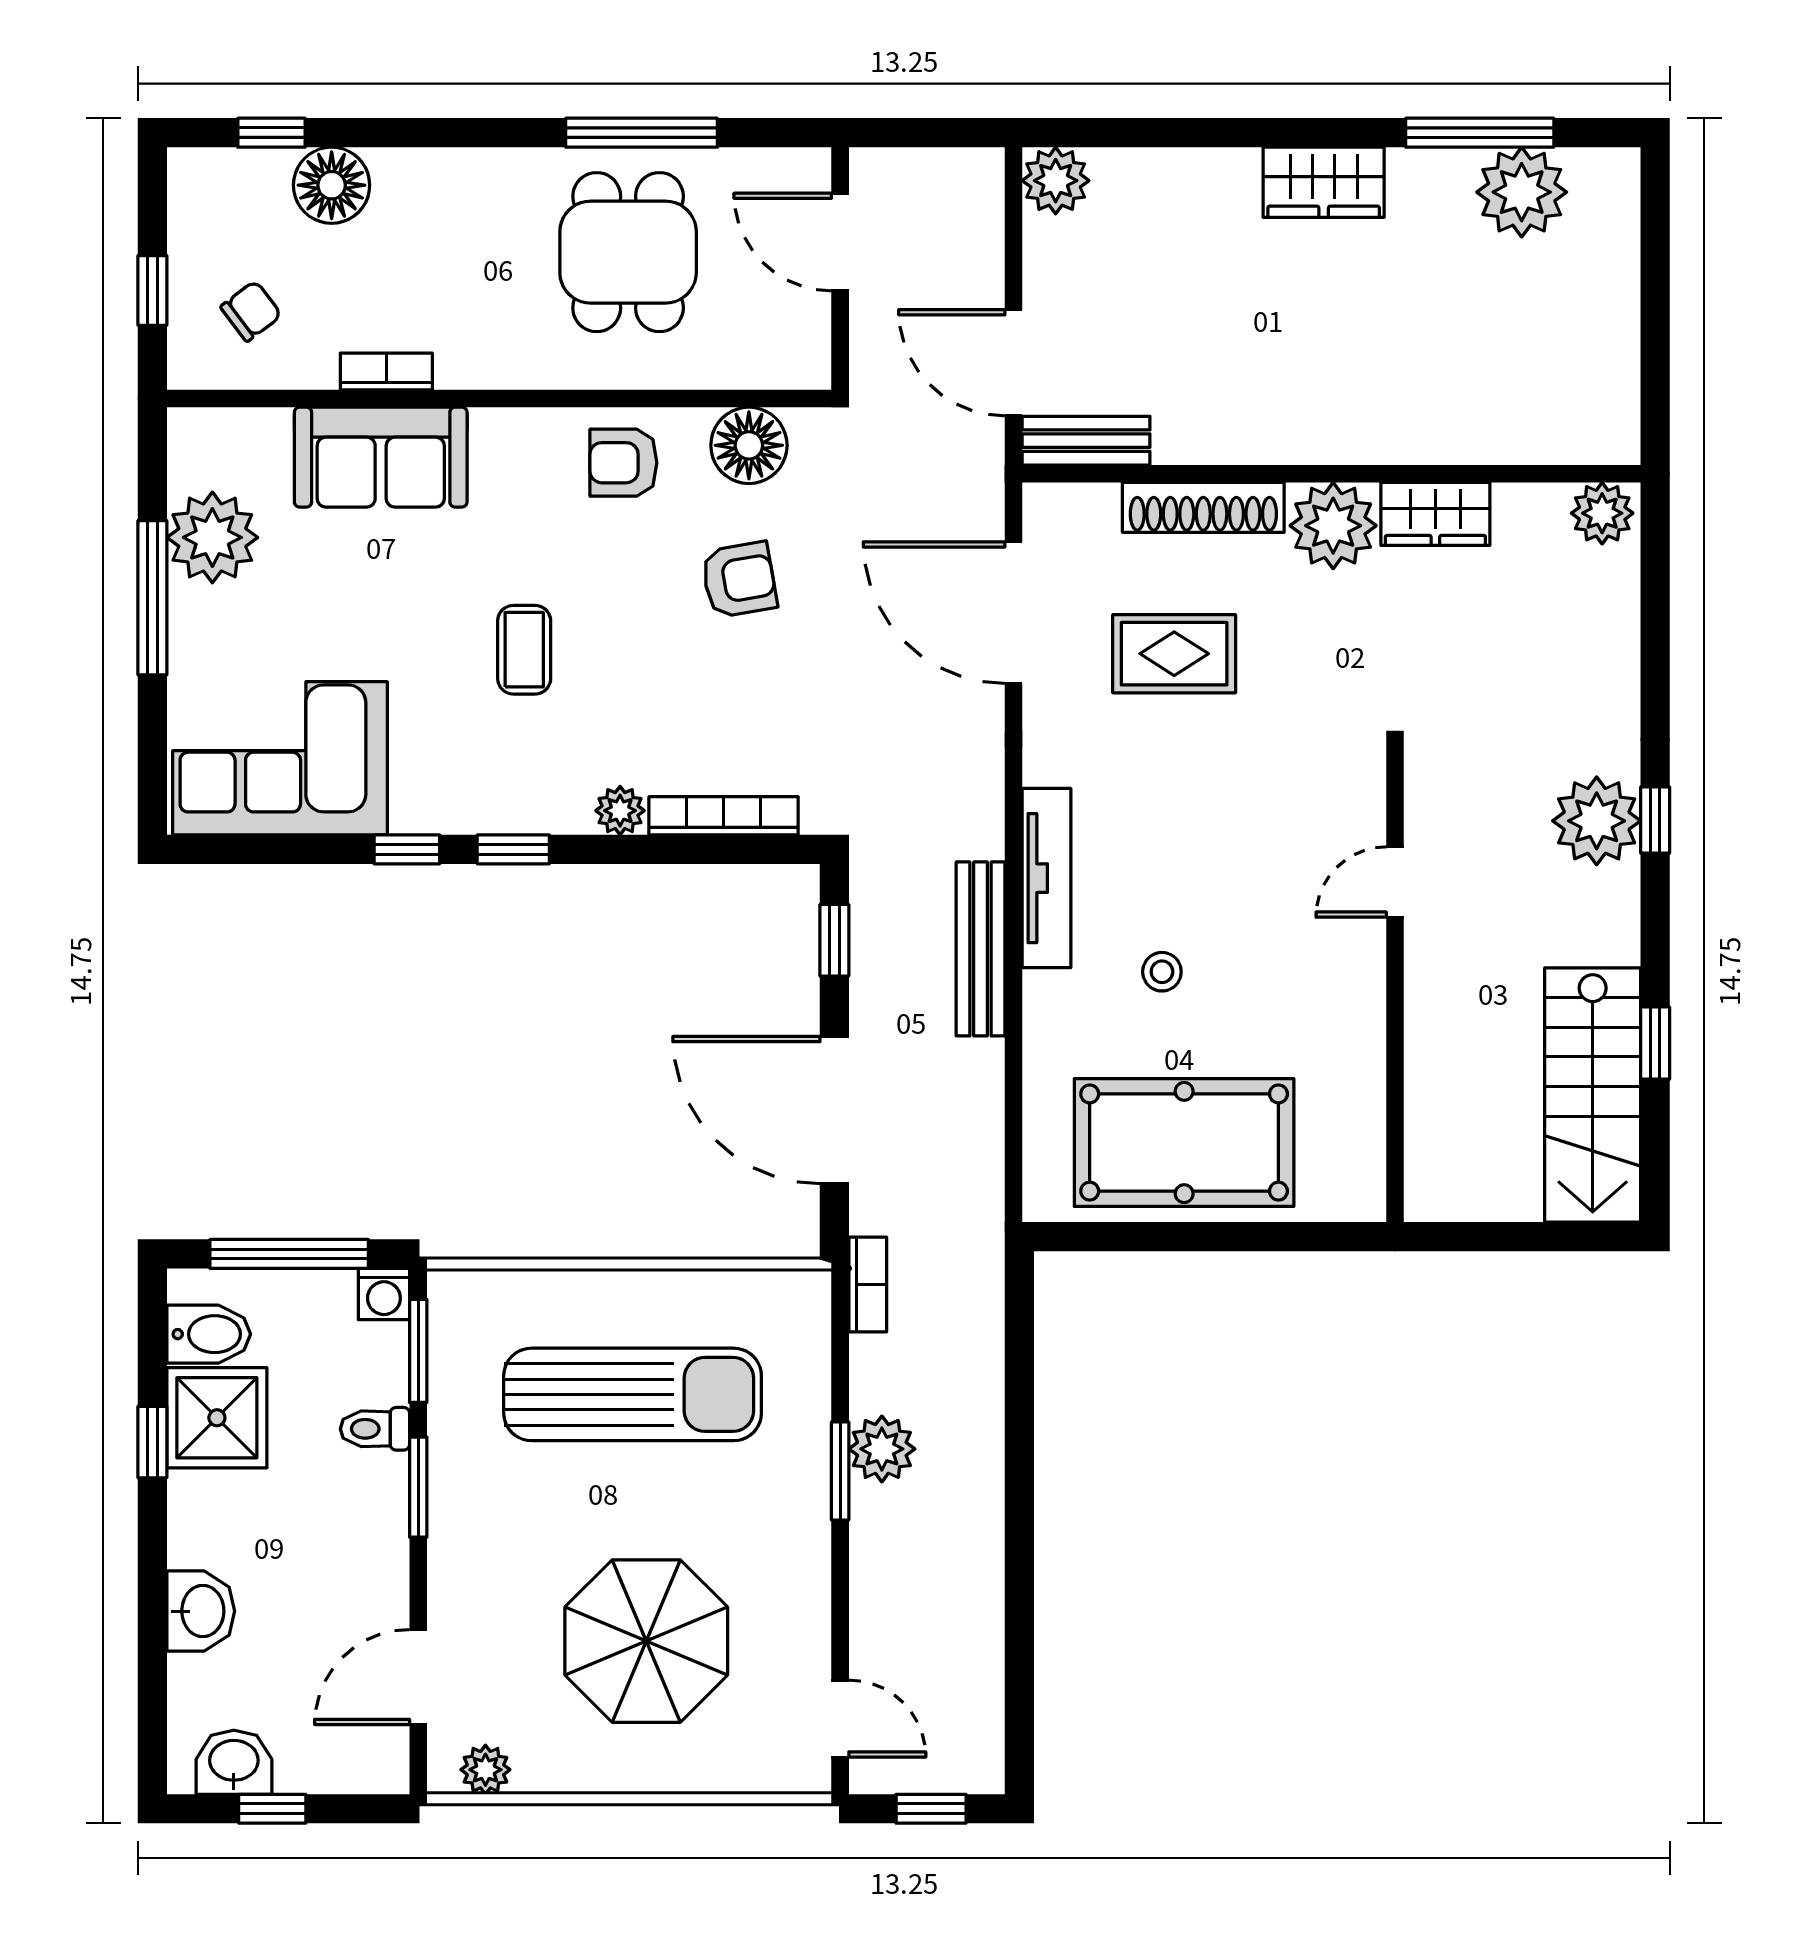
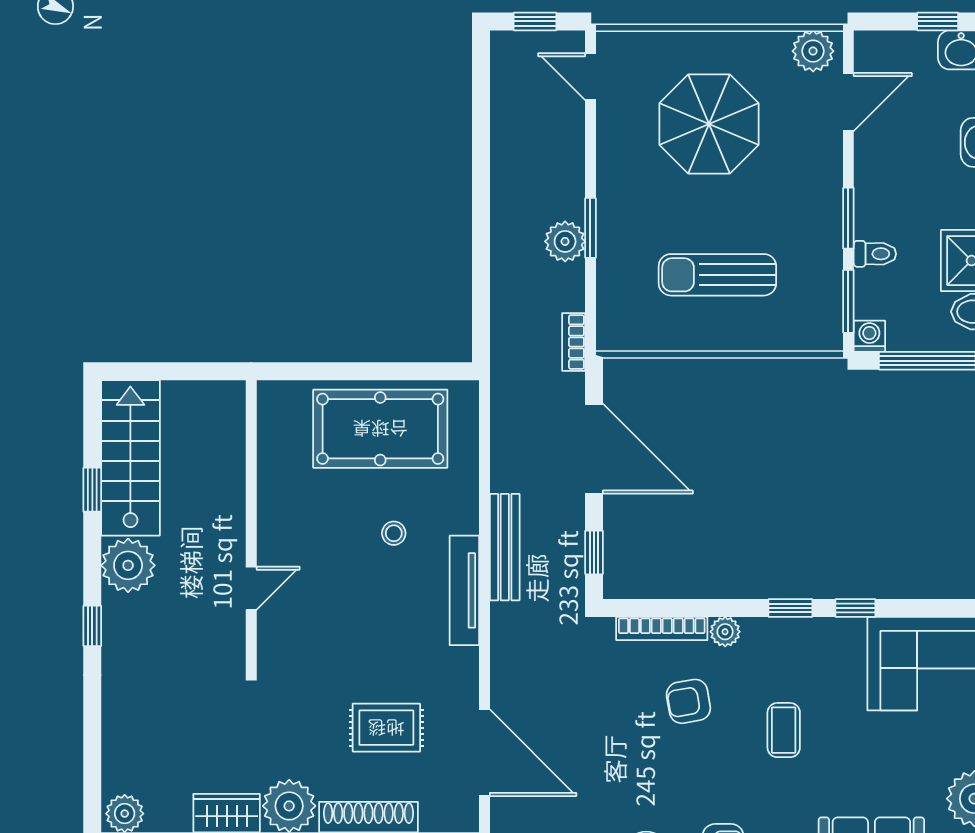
armchair: (739, 580) -> (688, 701), moved
plant: (1597, 821) -> (128, 565), moved
sun lounger: (633, 1394) -> (717, 275), width x0.73, depth x0.75
plant: (485, 1770) -> (813, 51), width x1.38, depth x1.38

